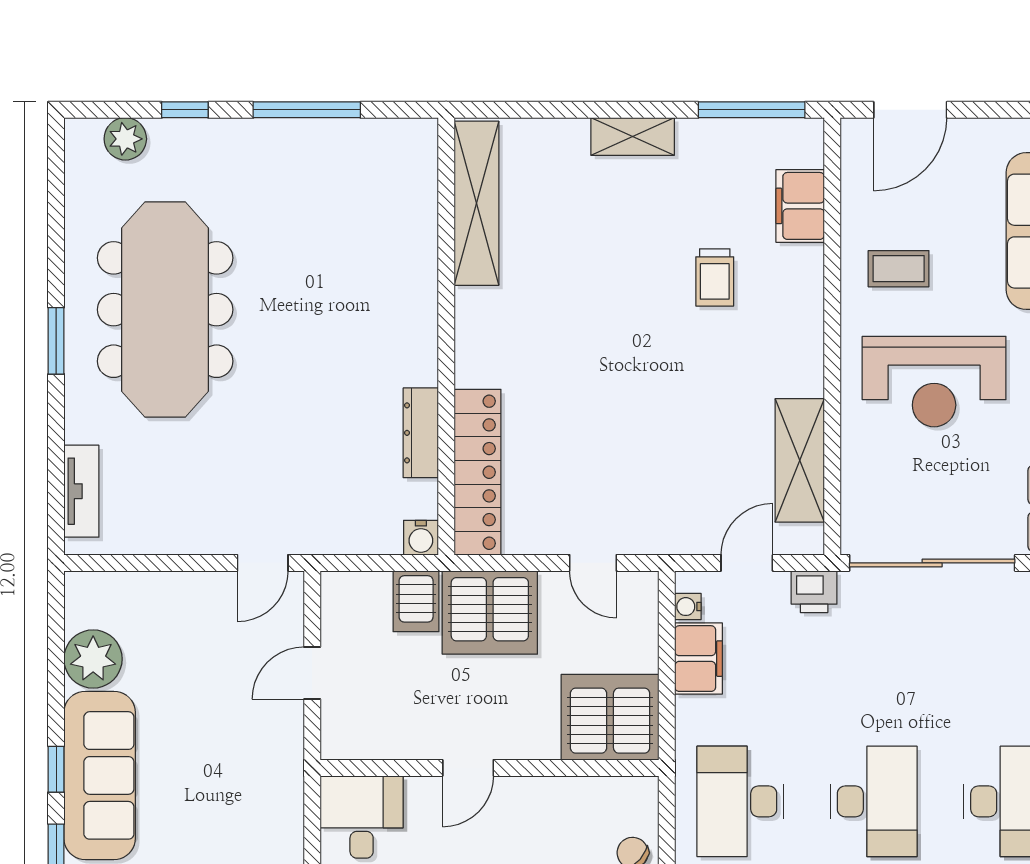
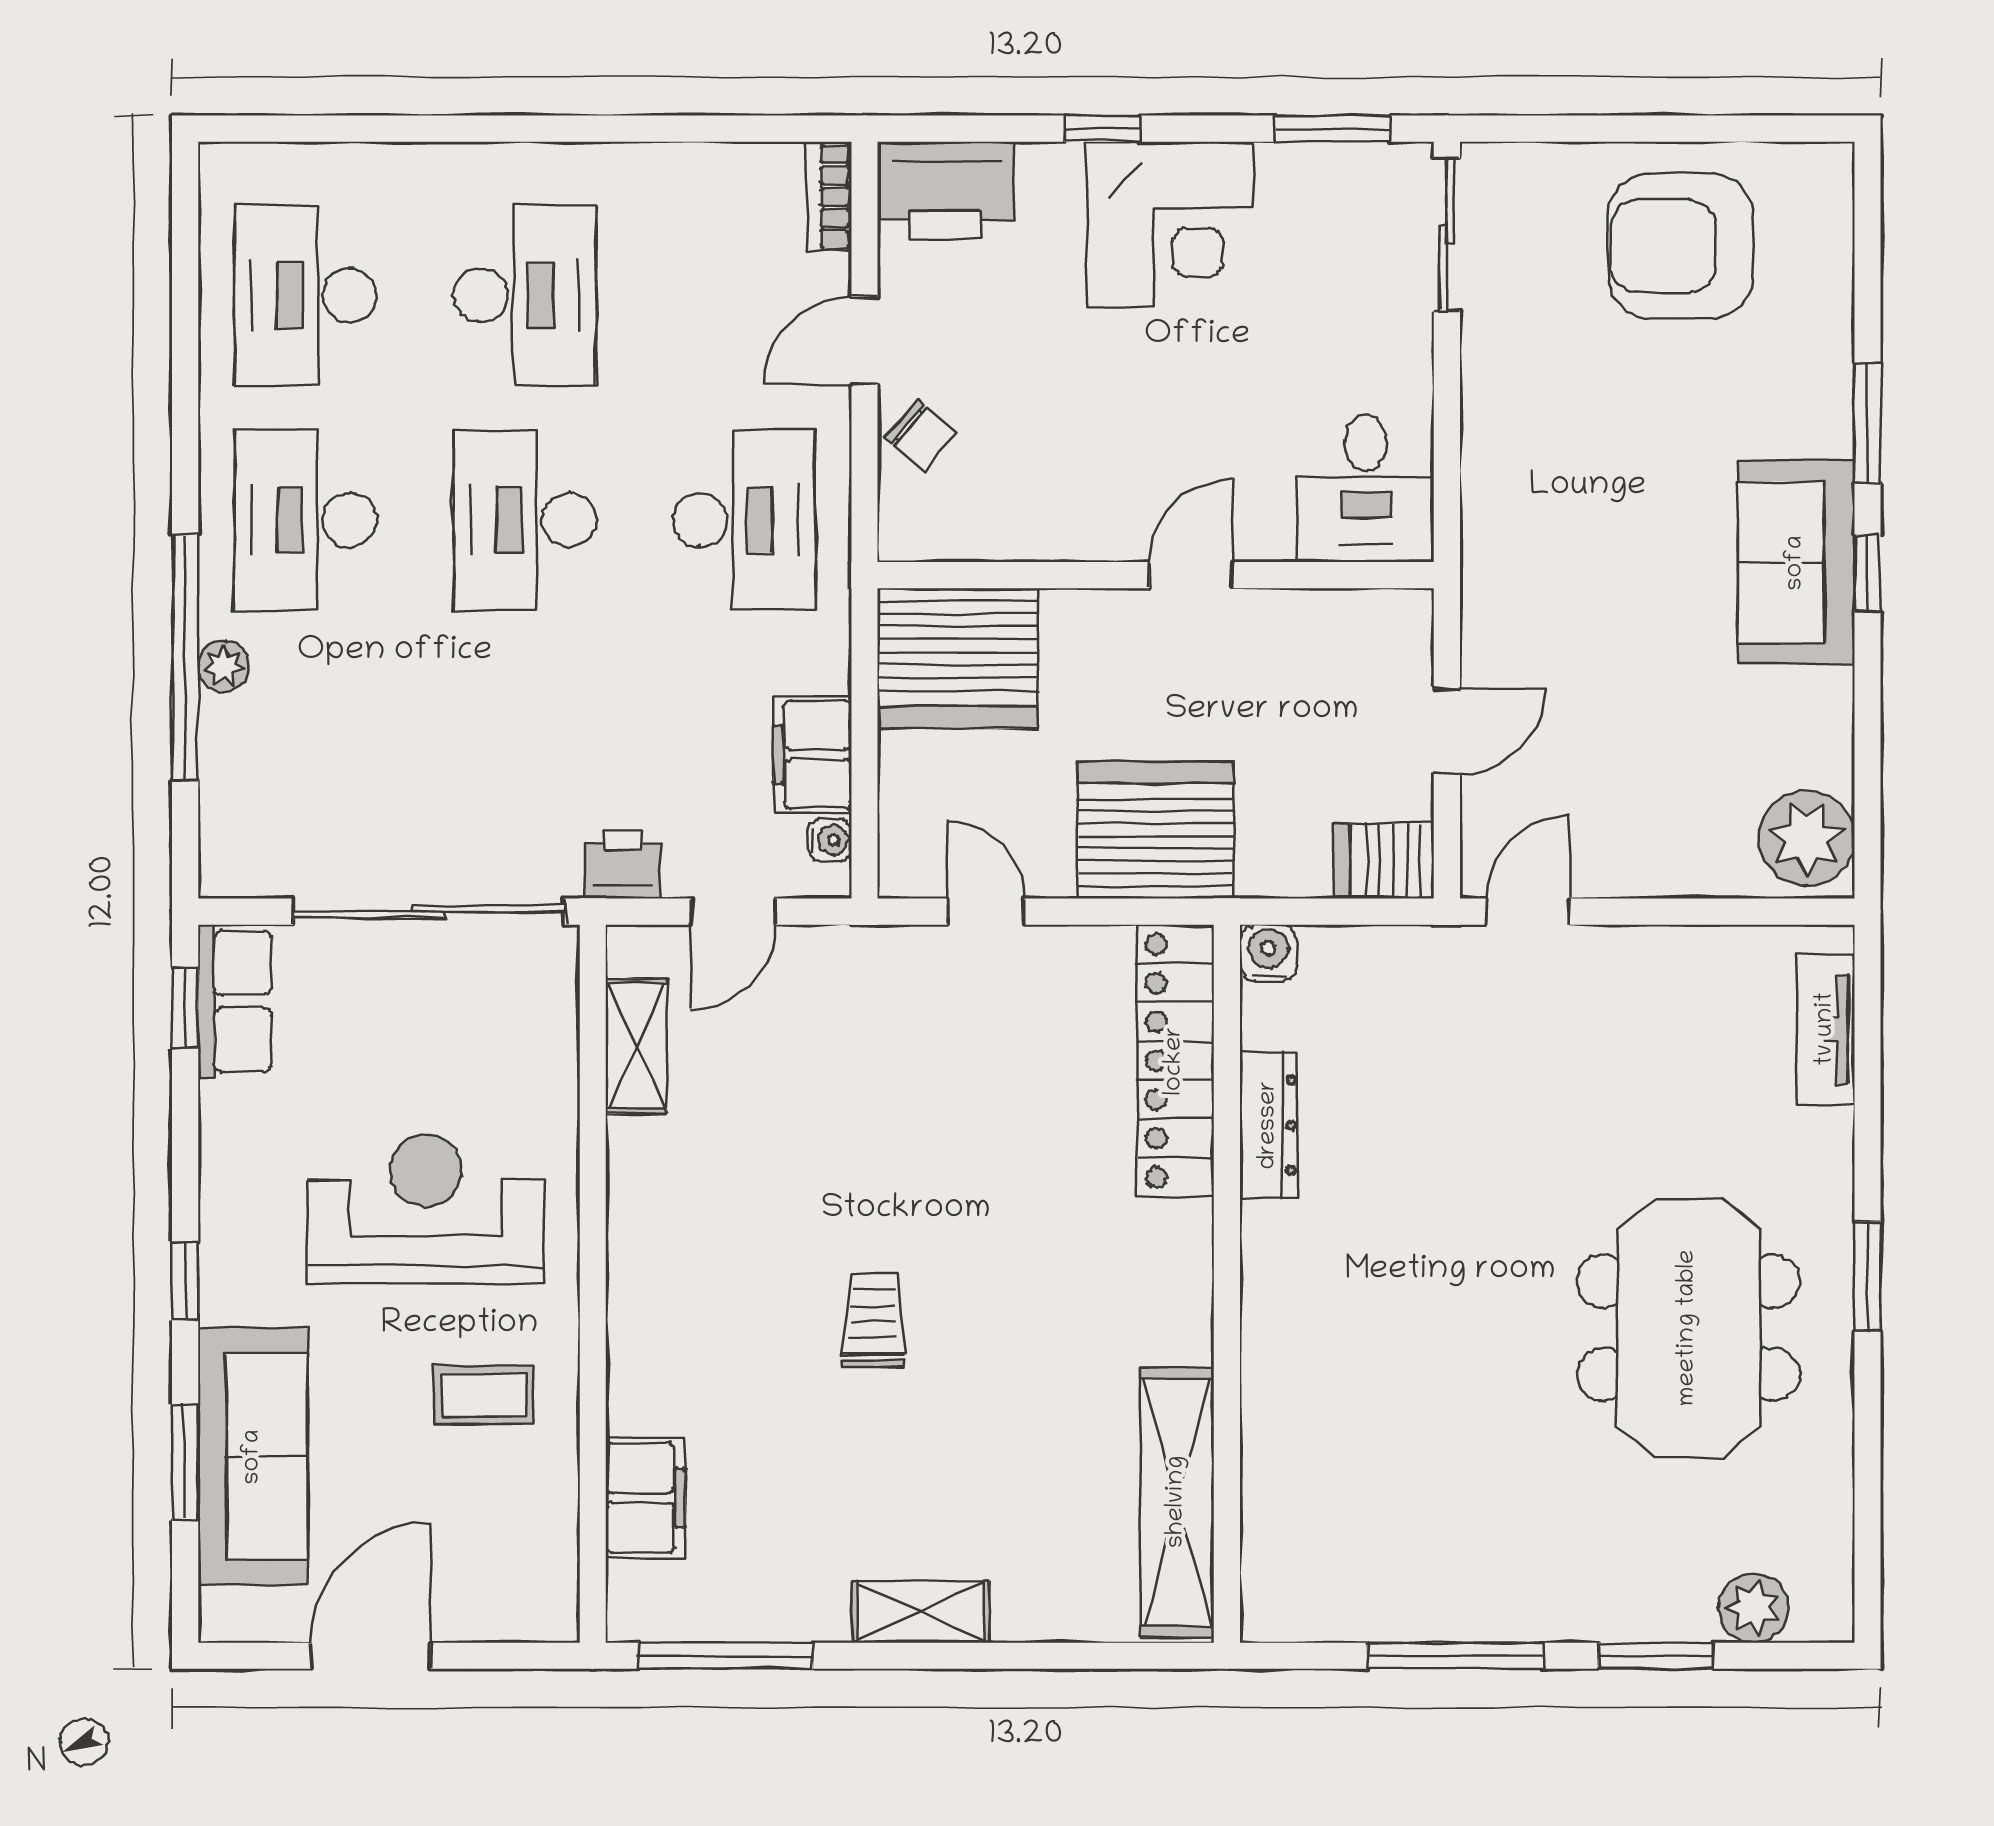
window: (185, 110) -> (1656, 1656), width x1.50
door: (910, 110) -> (371, 1656), moved
trolley: (715, 277) -> (873, 1320), moved
meeting table: (165, 310) -> (1688, 1328), width x0.73
shelving: (800, 460) -> (636, 1046), width x0.67, depth x0.75
server rack: (416, 601) -> (1384, 861), moved, turned -90
plant: (93, 659) -> (1807, 838), moved
sofa: (100, 775) -> (1796, 563), width x0.73

